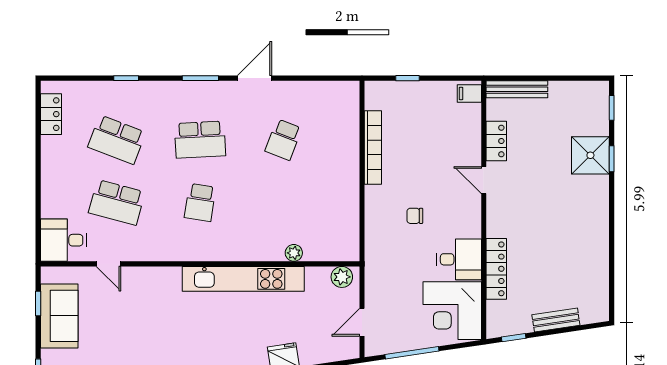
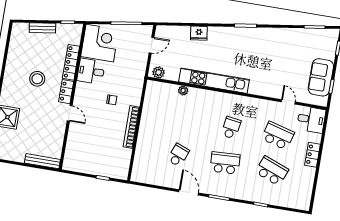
door: (254, 78) -> (189, 192), swing flipped
filing cabinet: (469, 93) -> (70, 163), removed
locker: (51, 114) -> (313, 155), moved
locker: (496, 141) -> (66, 92), moved
bookcase: (373, 148) -> (131, 127), moved
stool: (550, 230) -> (37, 79), added

